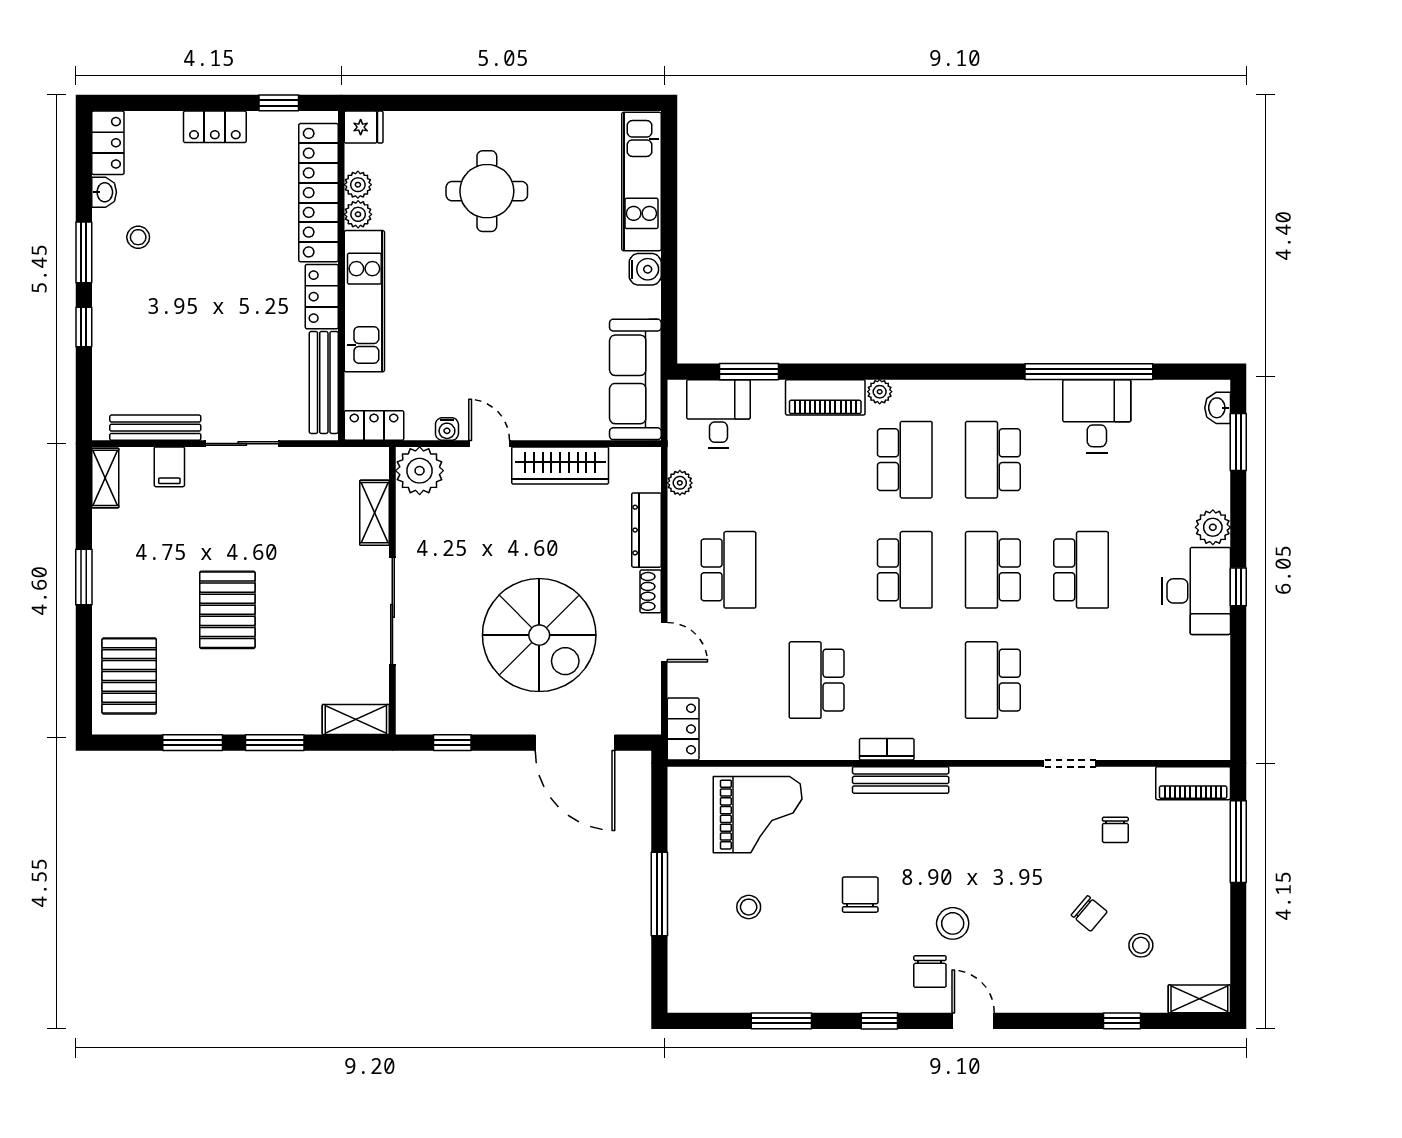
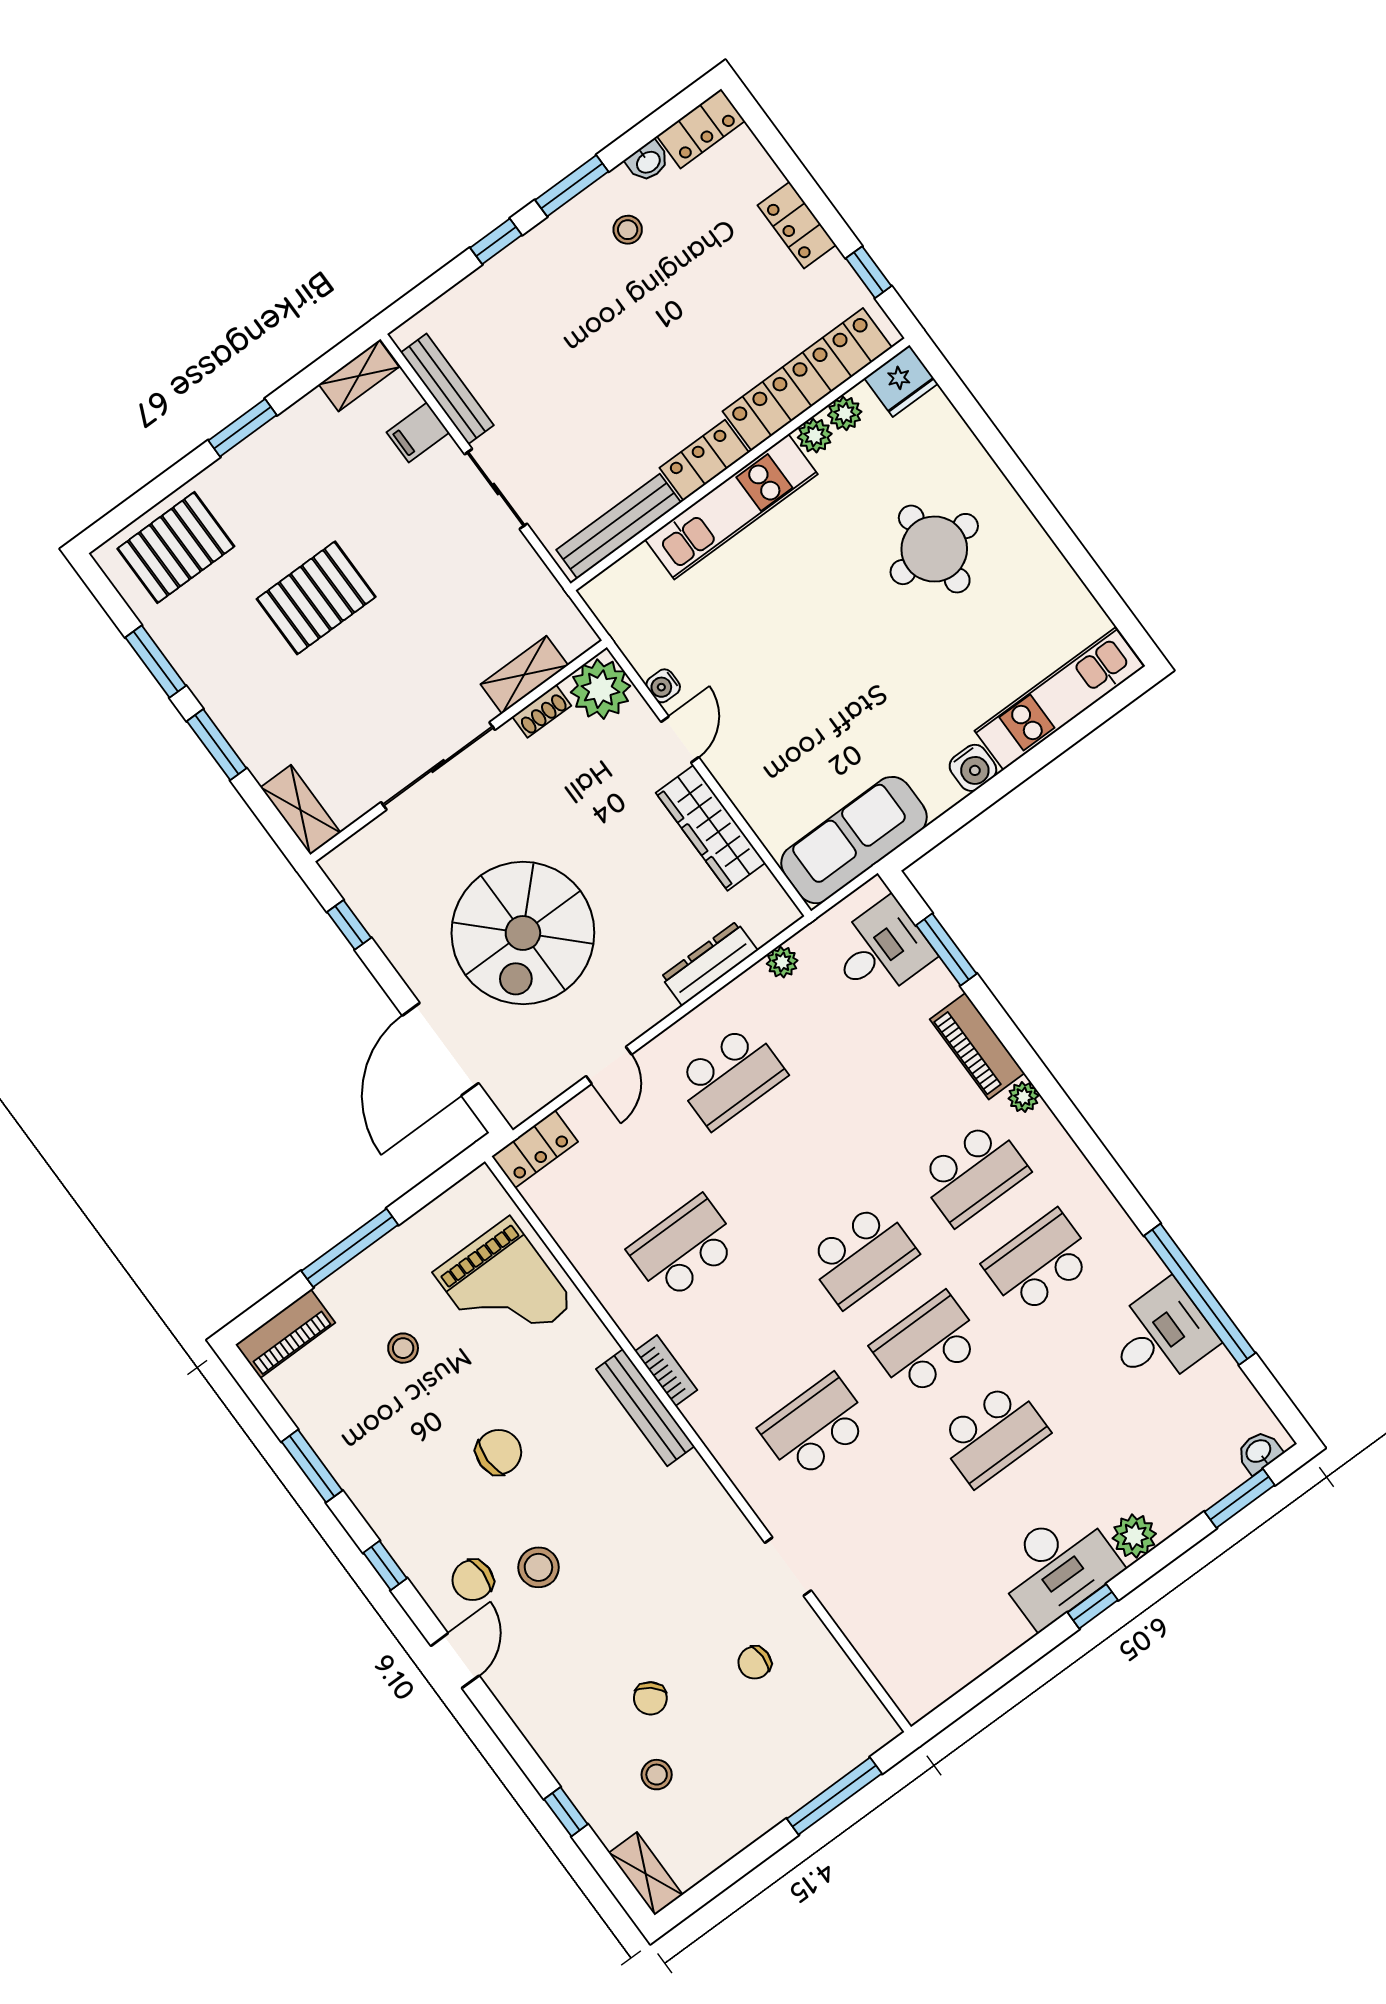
fridge: (364, 127) -> (901, 381), width x1.38
locker: (374, 425) -> (612, 609), removed
shoe rack: (651, 591) -> (542, 711), moved, turned 180
piano: (1193, 783) -> (285, 1334), moved, turned -90

